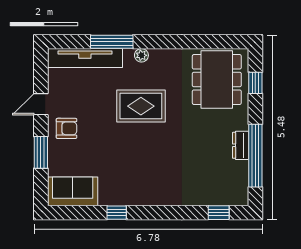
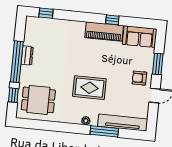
dining table: (217, 80) -> (38, 100), width x0.73
window: (255, 156) -> (17, 62), moved
piano: (127, 194) -> (104, 32), added

